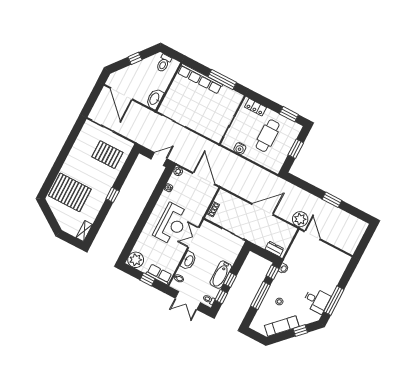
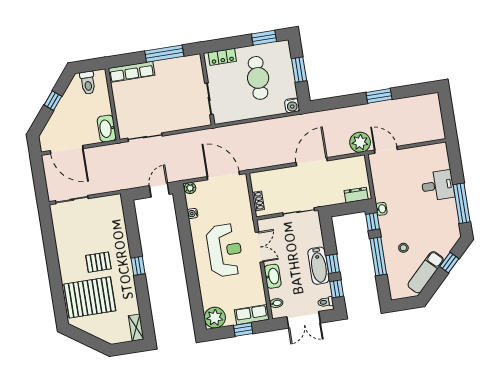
row of seats: (200, 79) -> (131, 72), width x0.73
water cooler: (240, 148) -> (292, 105), moved
pallet: (107, 155) -> (98, 262), moved, width x0.67, depth x0.71
double door: (194, 237) -> (259, 247), swing flipped
desk: (317, 300) -> (438, 185), moved

